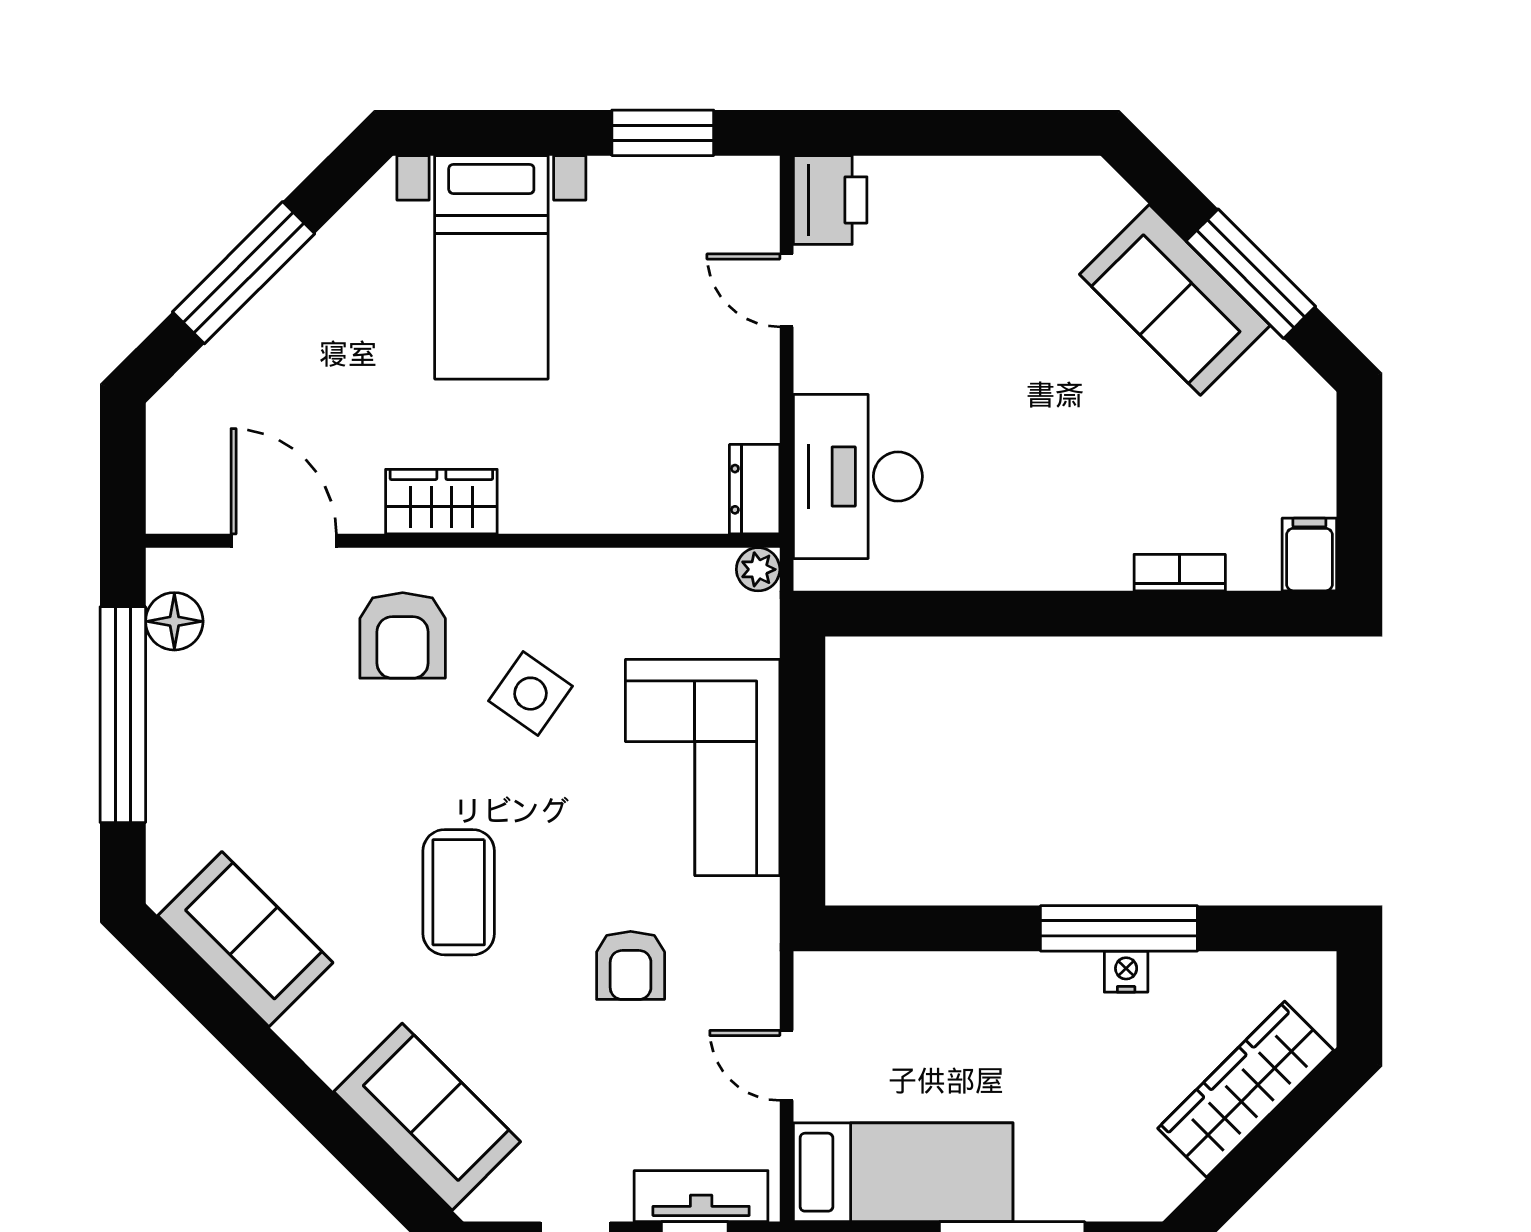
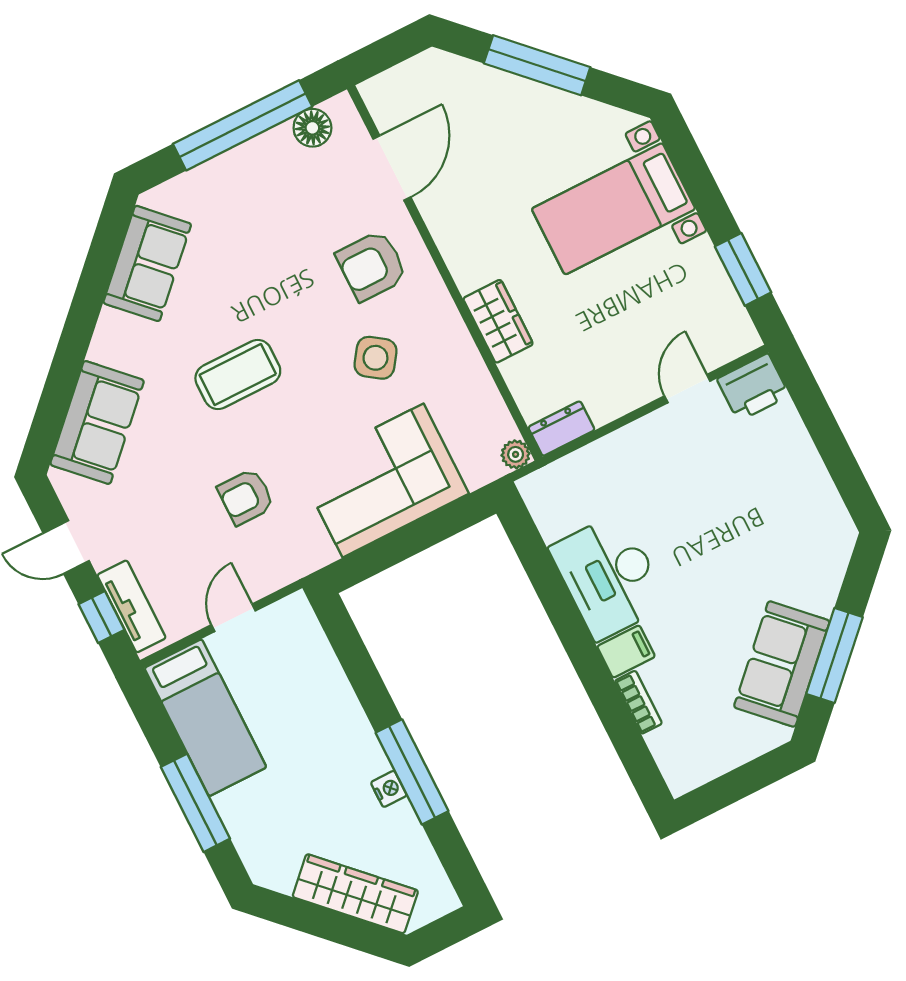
sofa: (1175, 300) -> (782, 664), moved
desk: (858, 476) -> (609, 576), moved, turned -90
wardrobe: (441, 502) -> (498, 321), moved
filing cabinet: (1309, 554) -> (626, 651), moved

